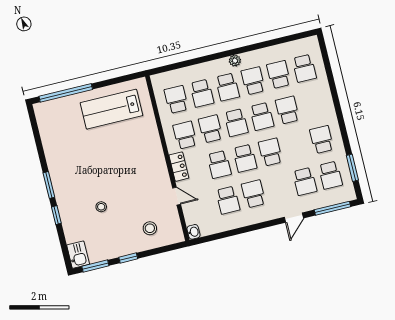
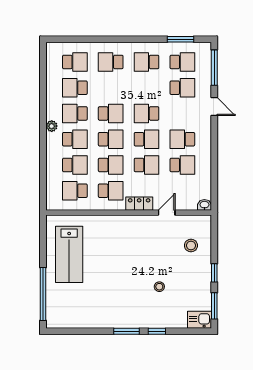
school desk: (287, 110) -> (111, 62), moved
school desk: (211, 129) -> (111, 165), turned 180
school desk: (185, 135) -> (111, 191), turned 180

